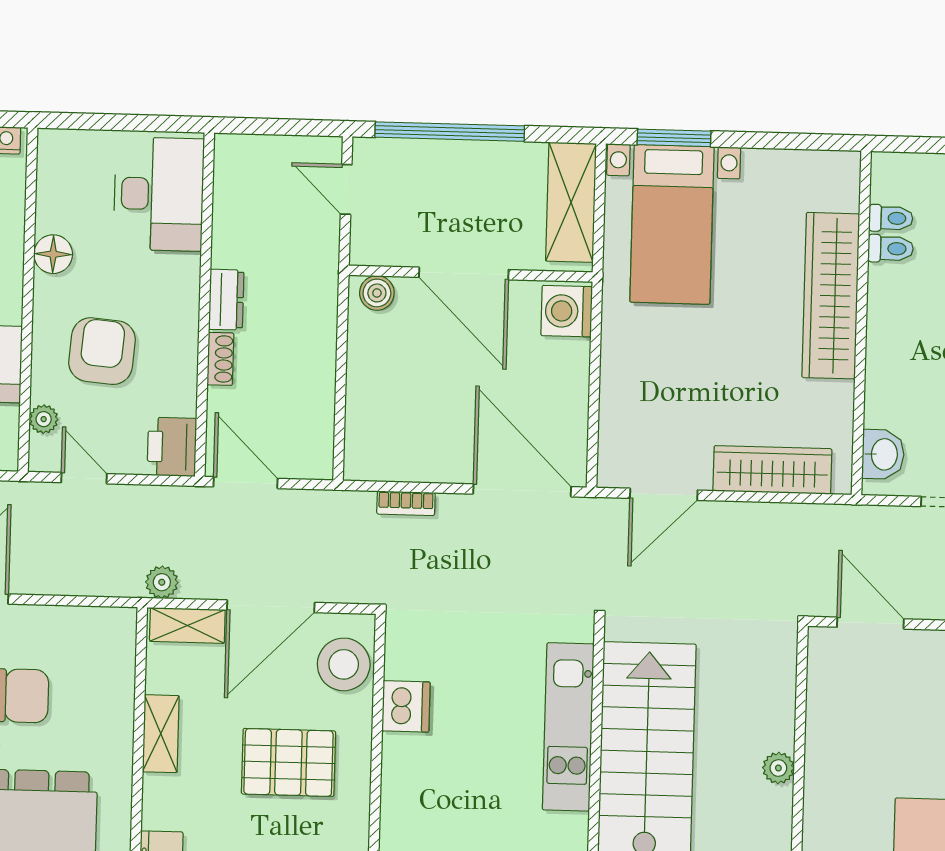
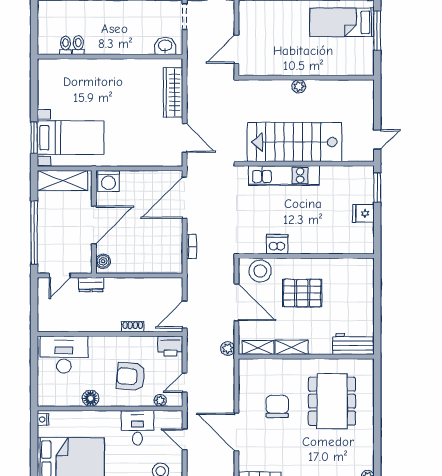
wardrobe: (831, 296) -> (99, 70), removed
dresser: (226, 300) -> (91, 285), moved, turned 180
shelving: (187, 625) -> (258, 348), moved, turned 90
pallet: (288, 762) -> (302, 293), turned 90

